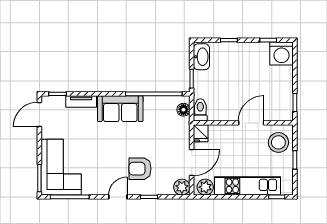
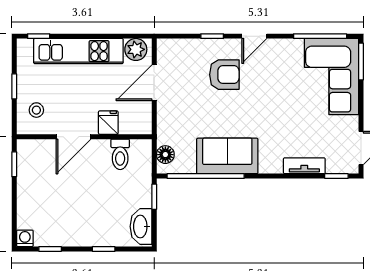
washing machine: (281, 53) -> (25, 238), width x0.53, depth x0.53
sofa: (120, 109) -> (227, 156), moved
toilet: (200, 110) -> (120, 154), moved
fridge: (201, 133) -> (108, 123), moved
stool: (278, 142) -> (36, 110), width x0.53, depth x0.53
plant: (182, 187) -> (167, 49), removed

